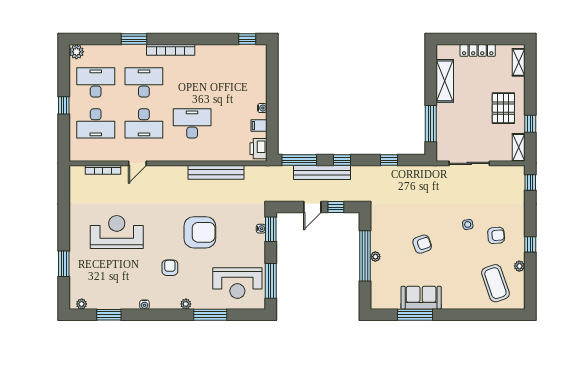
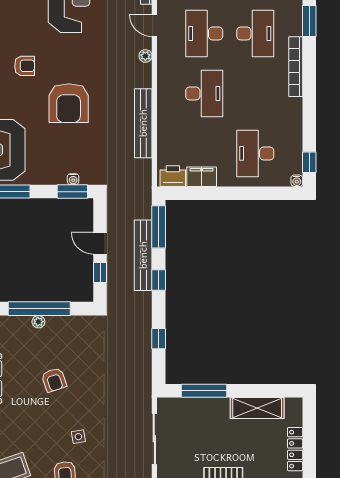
desk: (240, 82) -> (255, 153), added
water cooler: (262, 108) -> (297, 181), moved
filing cabinet: (259, 126) -> (202, 177), width x2.00
plant: (162, 171) -> (145, 56), added

